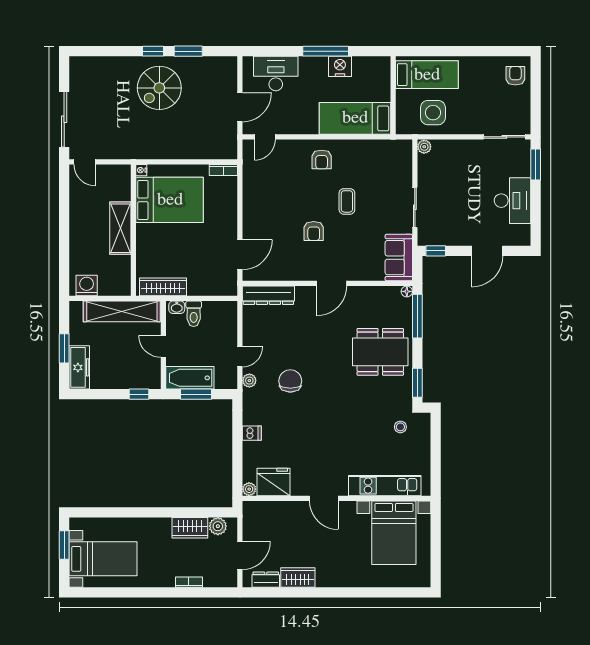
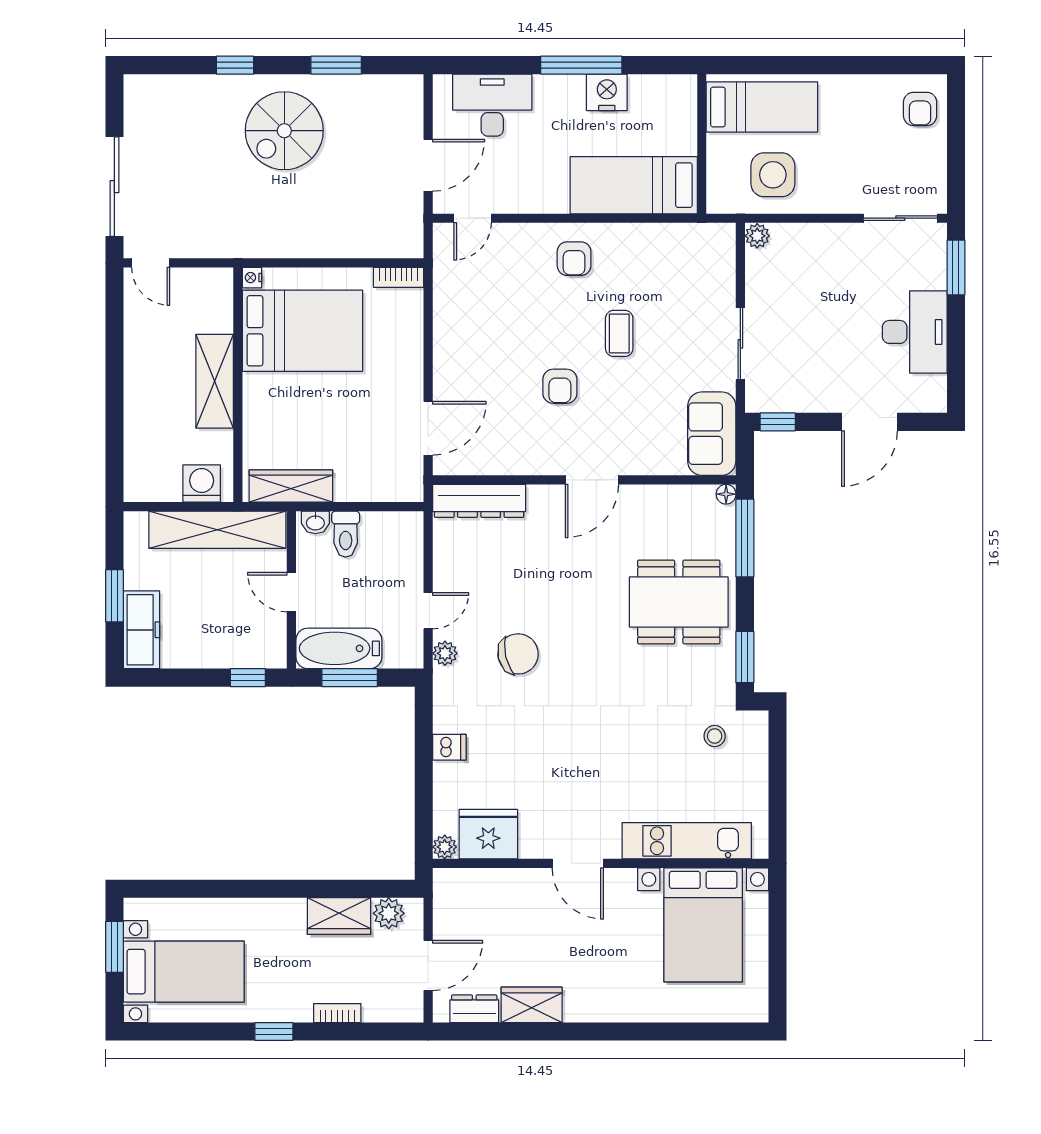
window: (153, 51) -> (235, 65), moved
armchair: (515, 76) -> (920, 109), turned 180
washing machine: (87, 285) -> (202, 484), moved
chair: (290, 381) -> (518, 654), turned 77
window: (153, 592) -> (274, 1031), added

